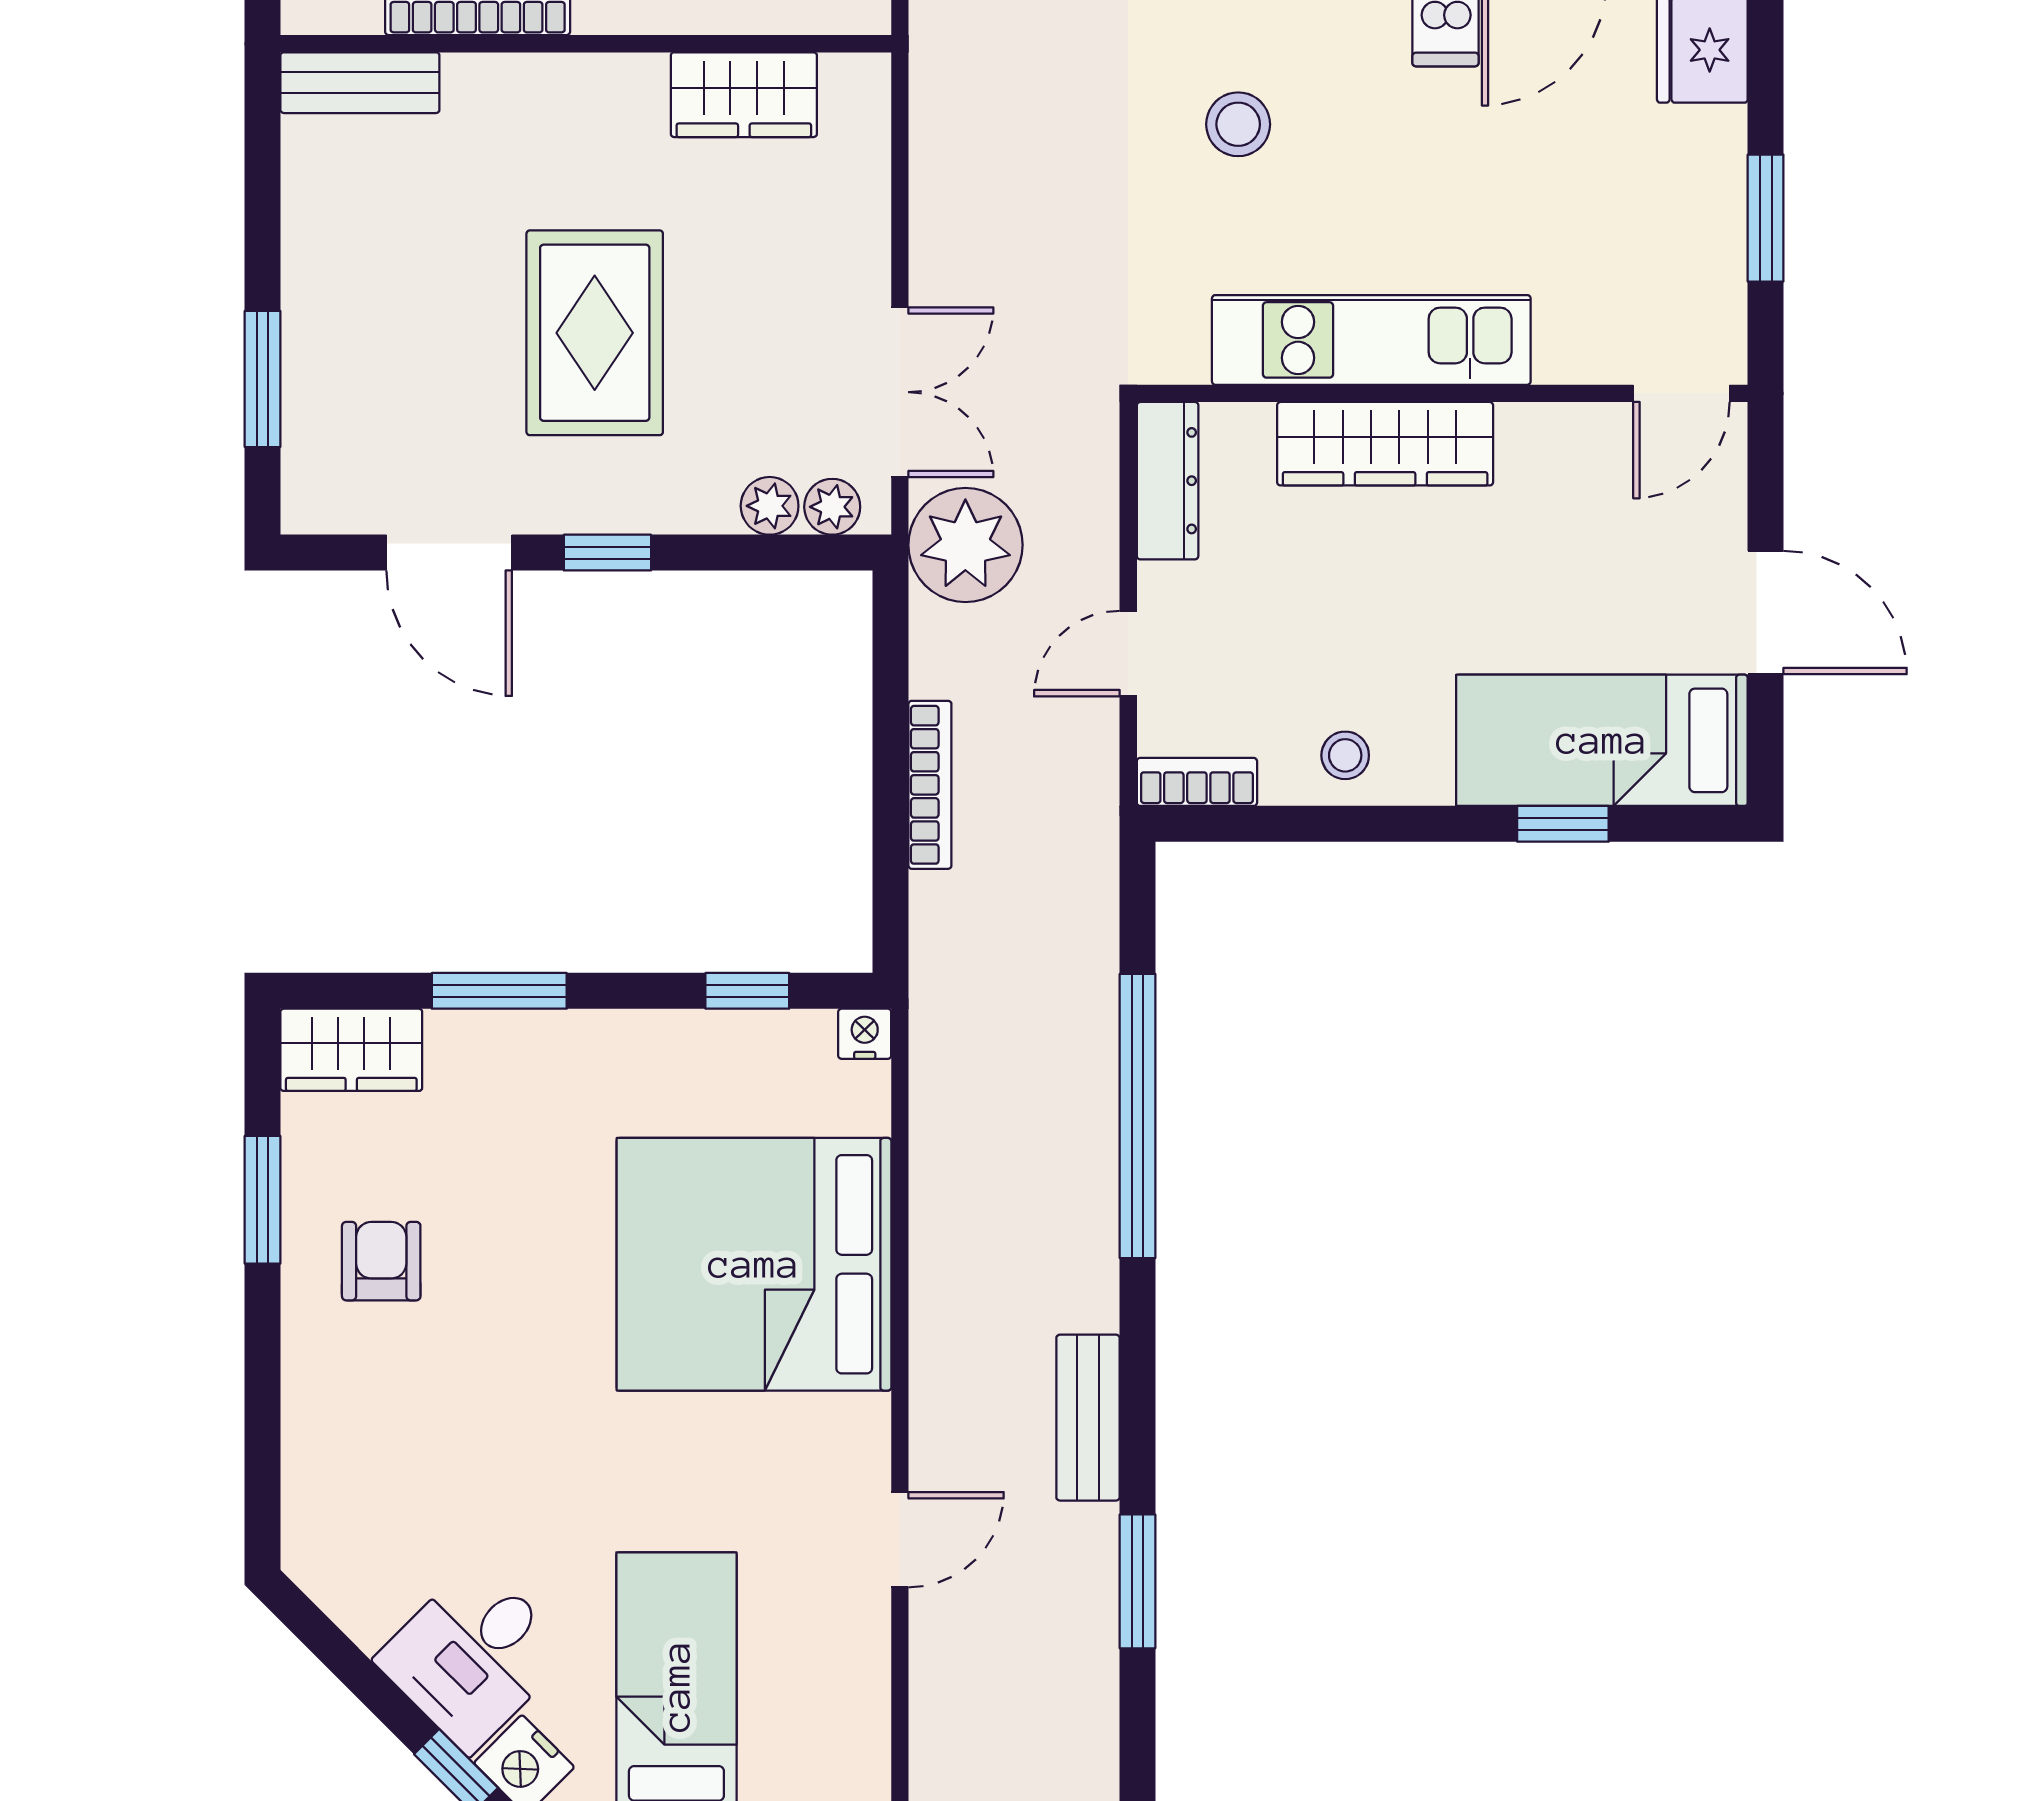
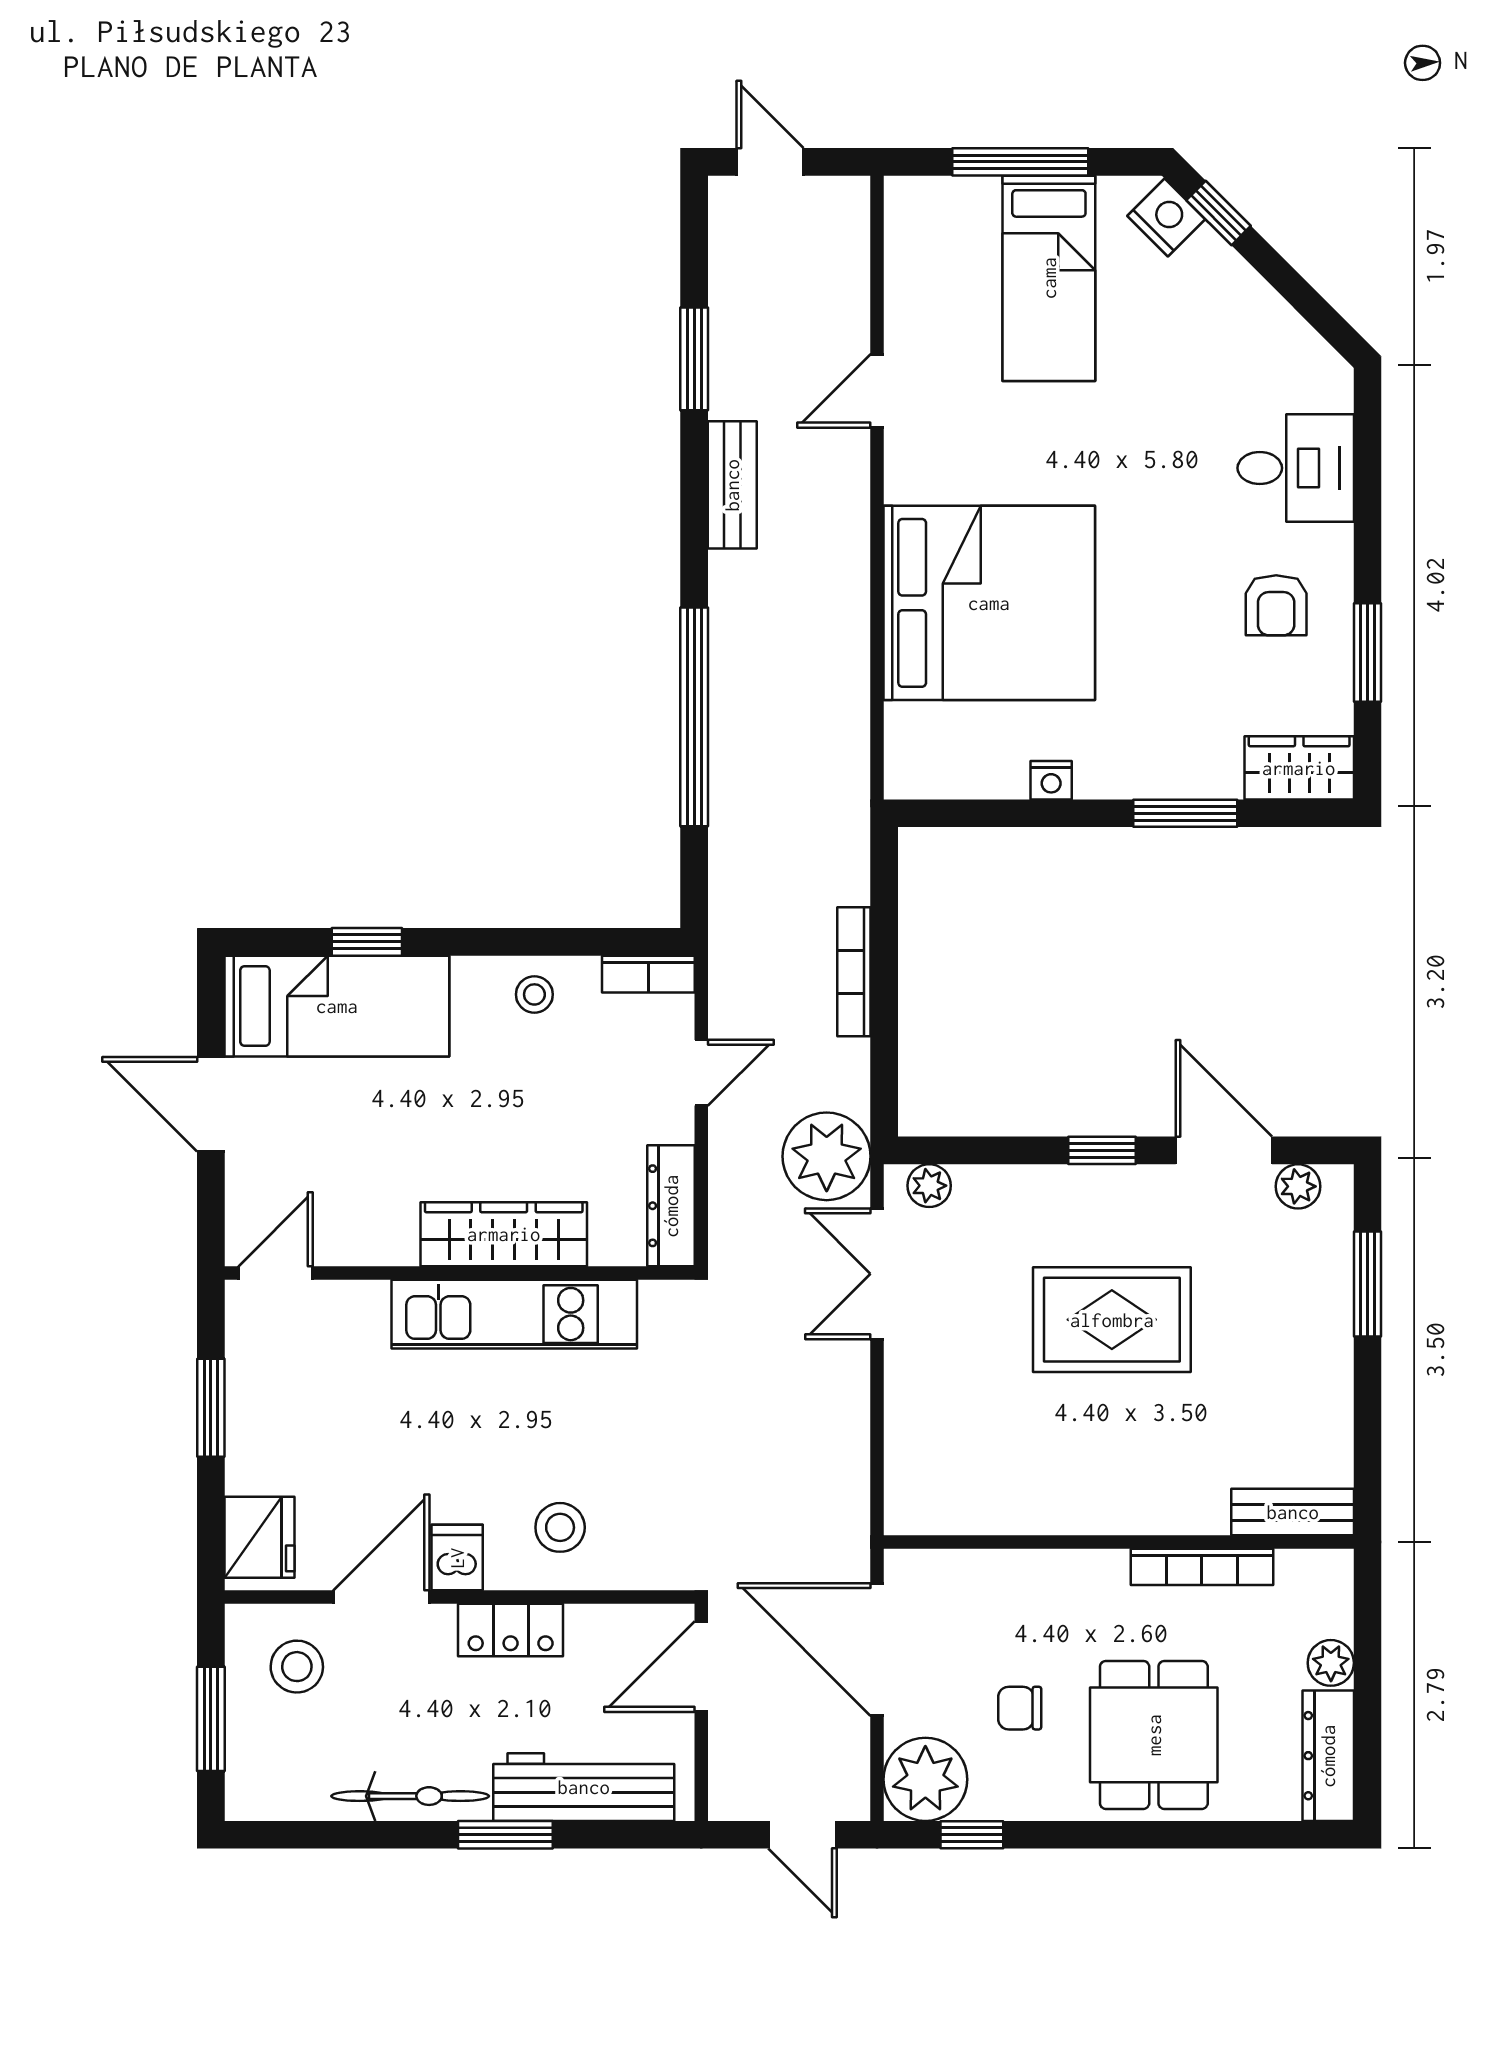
wardrobe: (744, 95) -> (997, 1503), removed
stool: (1238, 124) -> (560, 1527), moved
rug: (595, 333) -> (1112, 1320), turned 90
plant: (770, 506) -> (1298, 1186), moved
window: (747, 991) -> (994, 813), removed
nightstand: (865, 1034) -> (1051, 780), moved
desk: (473, 1656) -> (1296, 468), moved, turned 45

